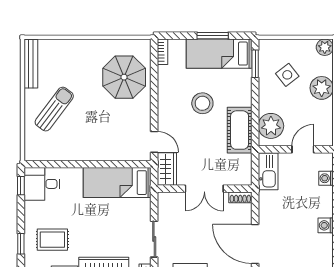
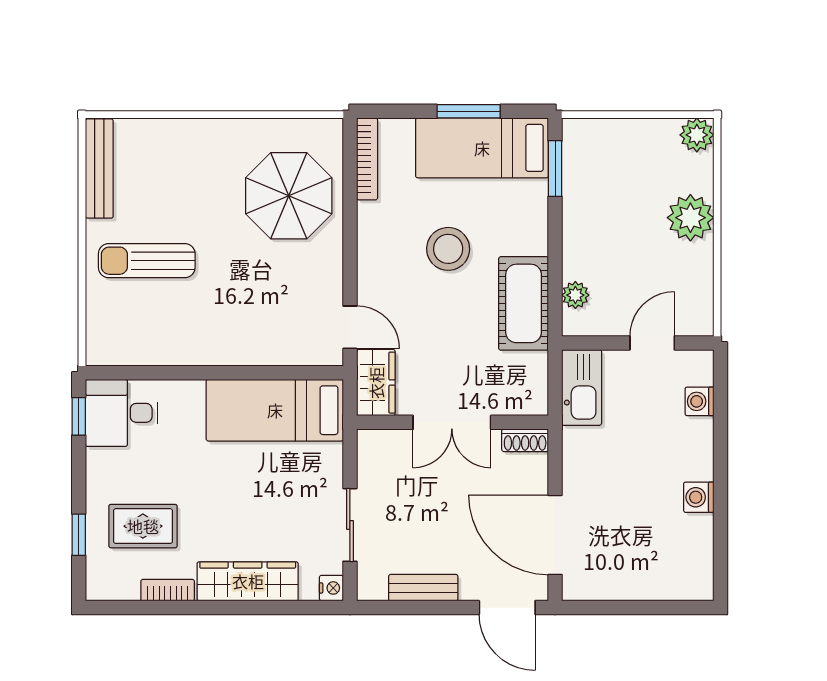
bookcase: (163, 52) -> (367, 159), width x1.56
side table: (287, 75) -> (621, 191), removed
sun lounger: (54, 109) -> (147, 261), turned -127
plant: (271, 126) -> (575, 295), width x0.53, depth x0.53

